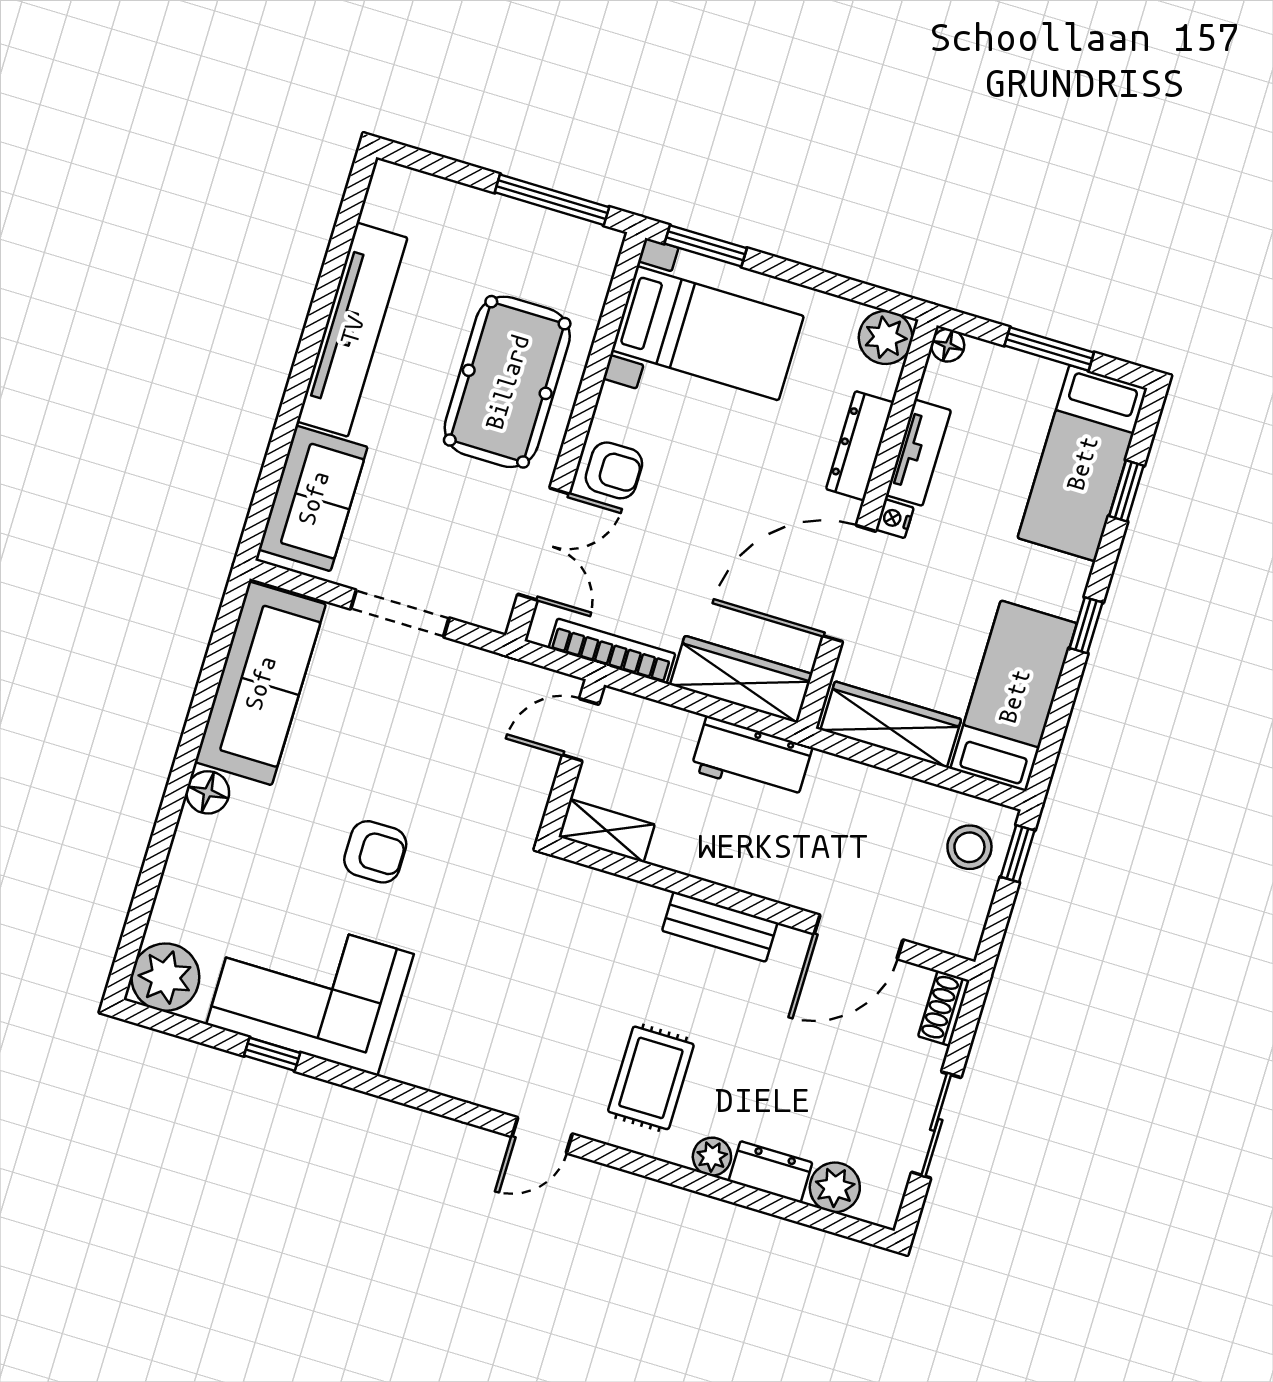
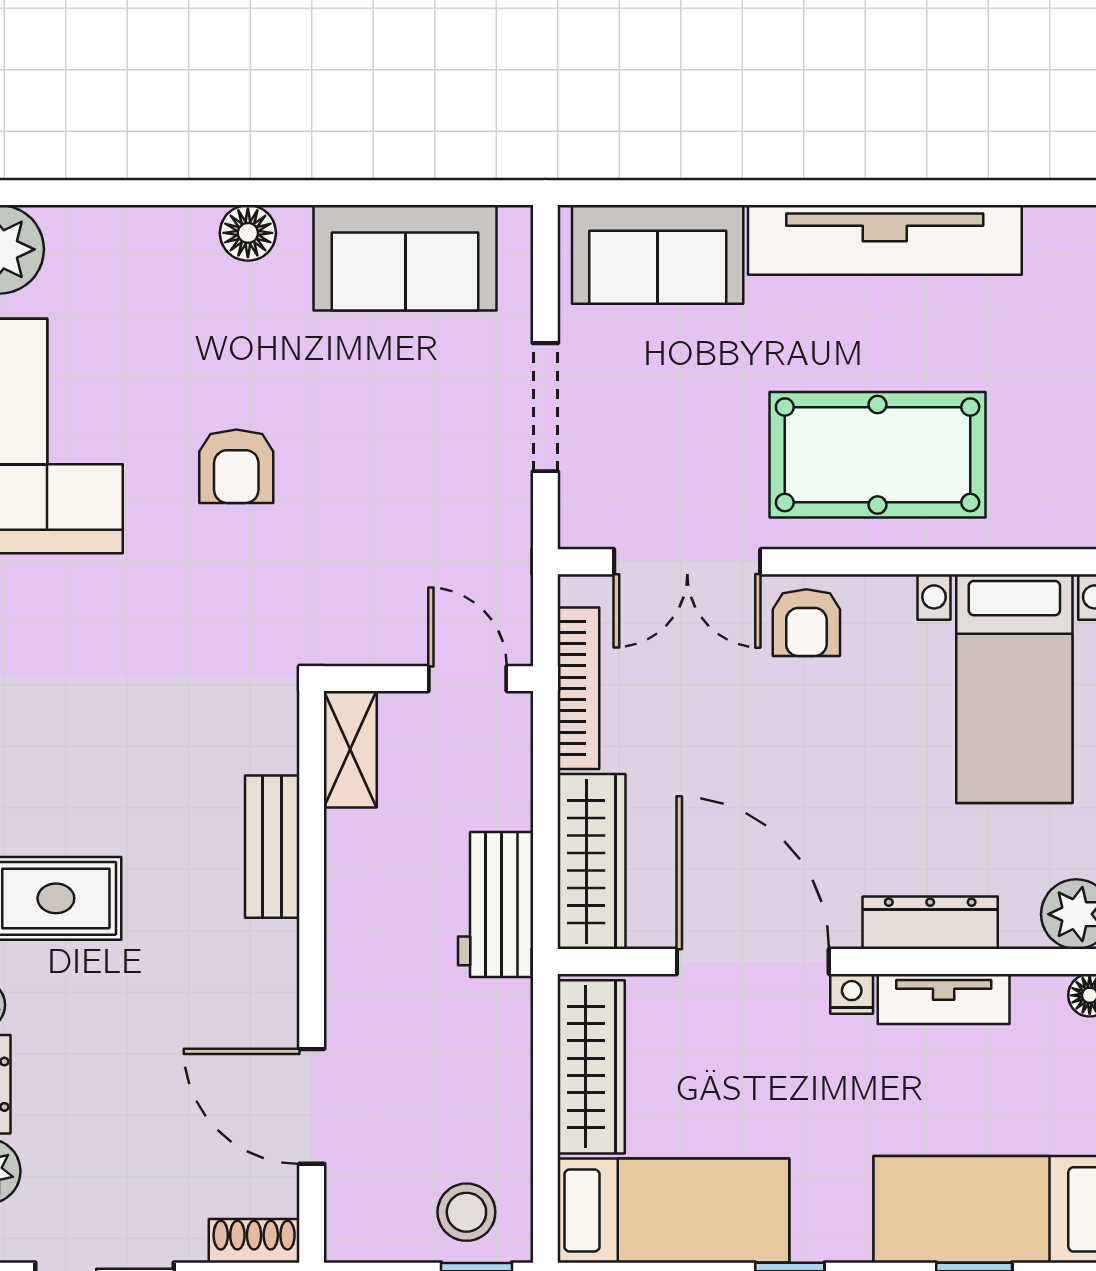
sofa: (260, 683) -> (405, 258), width x0.73
bench: (720, 927) -> (272, 847), moved

